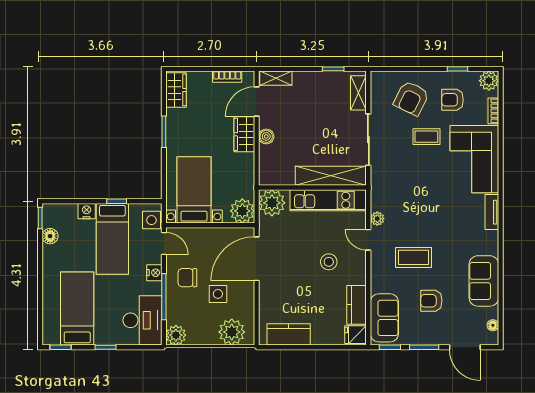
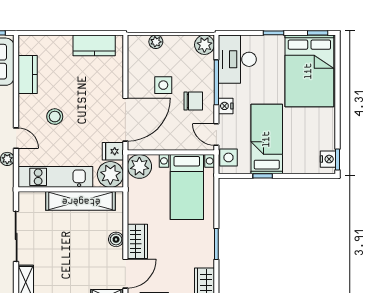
shelving: (331, 176) -> (81, 201), moved
nightstand: (87, 211) -> (328, 159), moved, turned -90
floor lamp: (50, 236) -> (328, 142), removed
bed: (77, 308) -> (309, 71), width x1.50
plant: (232, 332) -> (156, 42), width x0.53, depth x0.53
fridge: (356, 335) -> (113, 151), moved, turned 180

